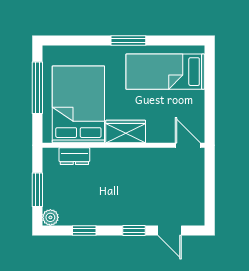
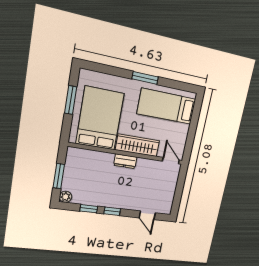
window: (37, 88) -> (71, 100), width x0.69
wardrobe: (126, 131) -> (138, 145), width x1.50
dresser: (74, 156) -> (125, 161), moved
window: (134, 230) -> (112, 211), moved

